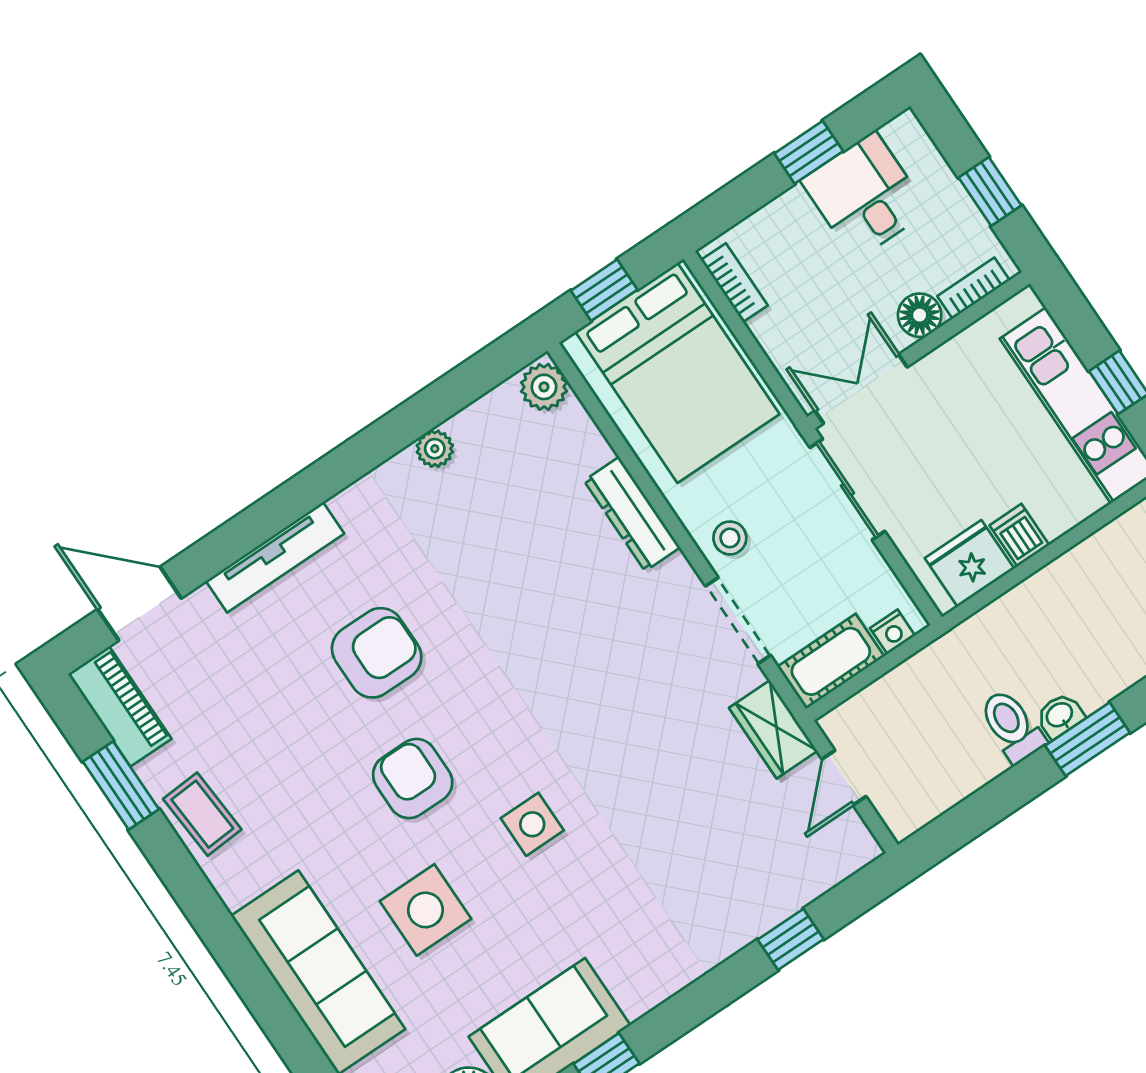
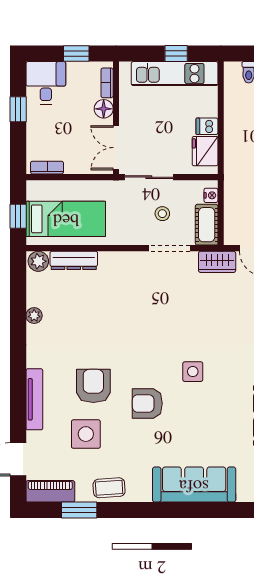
desk: (865, 196) -> (46, 83), moved, turned 90
bed: (677, 373) -> (66, 219), width x0.67
dresser: (632, 514) -> (74, 260), moved
stool: (730, 538) -> (162, 214), moved
side table: (425, 910) -> (86, 434), moved

